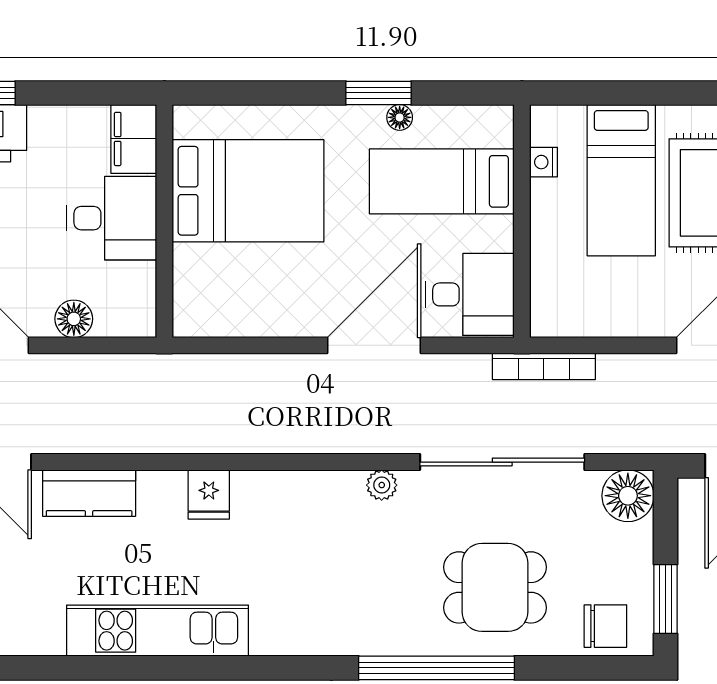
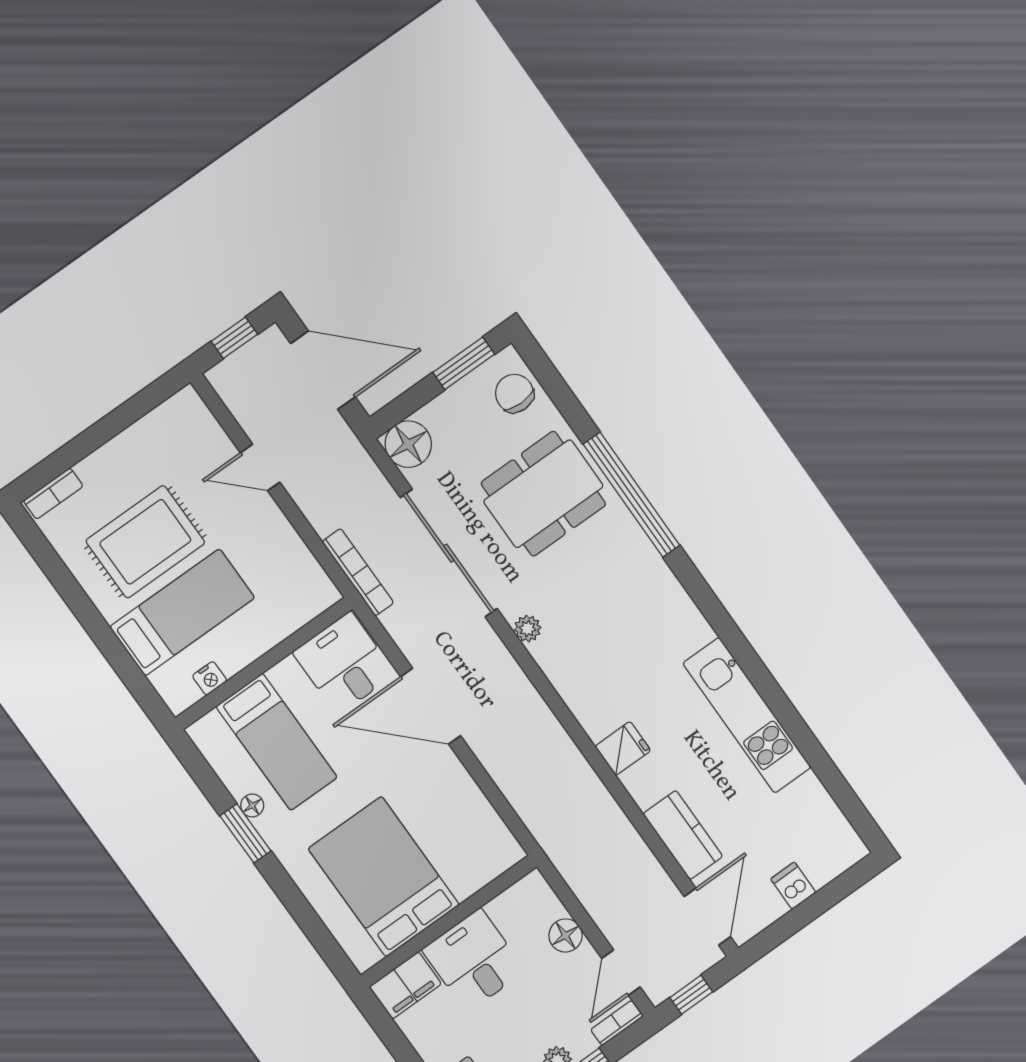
dining table: (495, 587) -> (543, 494), width x1.38

